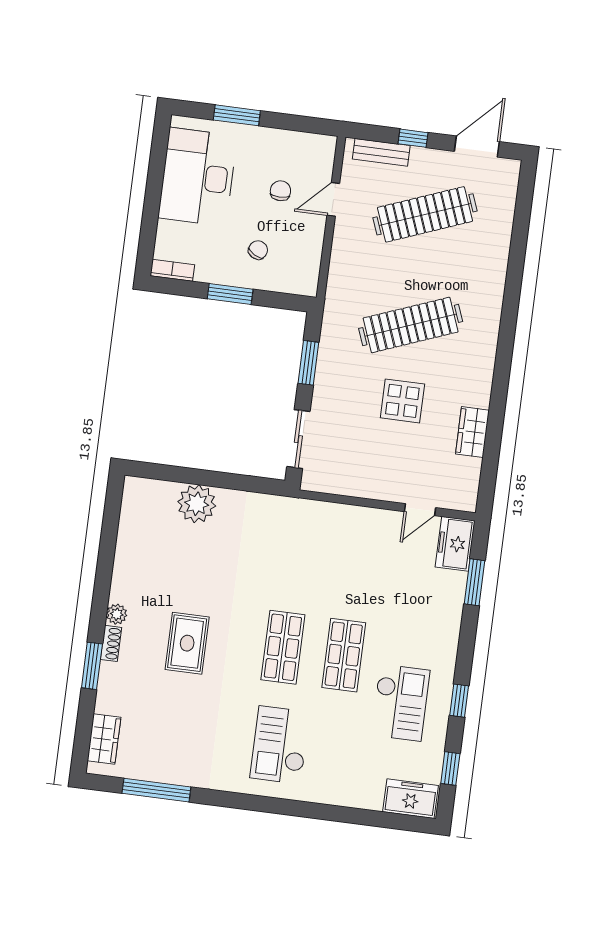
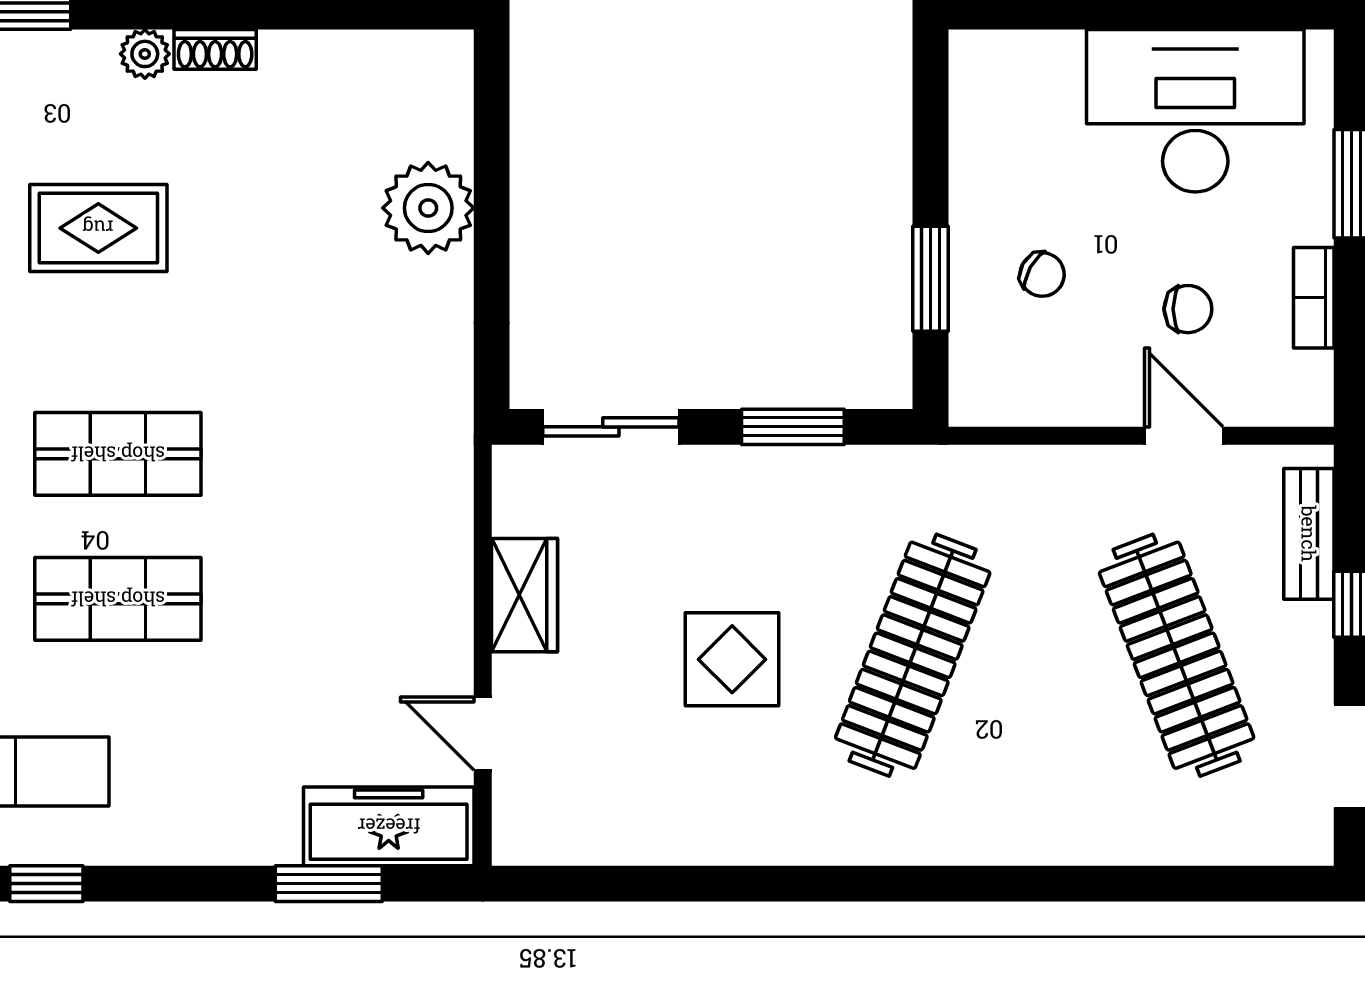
bookcase: (172, 270) -> (1314, 298), moved, turned 180
window: (230, 294) -> (931, 279), moved
clothes rail: (411, 325) -> (913, 655), turned 42
wardrobe: (472, 432) -> (525, 595), moved, turned 90
freezer: (455, 544) -> (389, 826), width x1.40
shoe rack: (111, 643) -> (215, 49), moved

